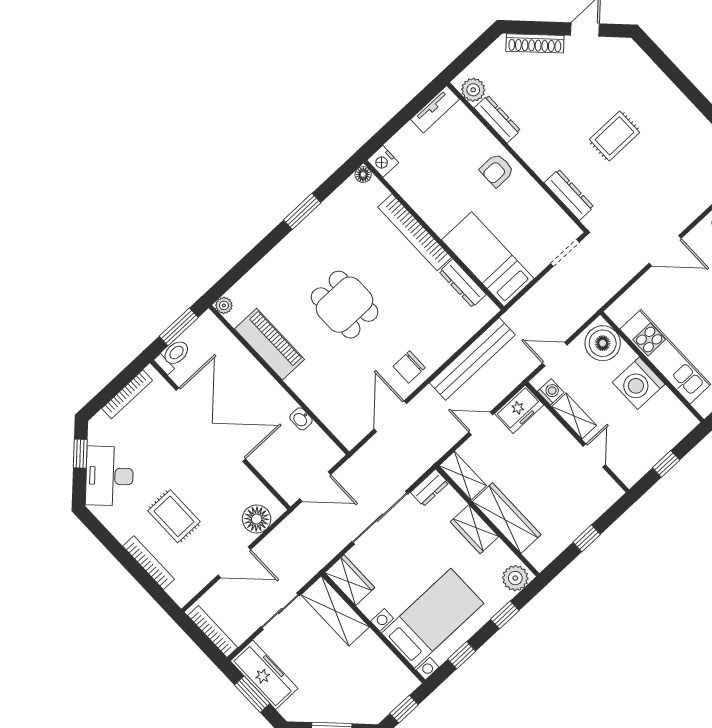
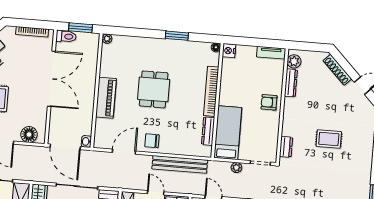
dresser: (569, 195) -> (286, 147), width x0.70
plant: (543, 289) -> (236, 168), added
piano: (269, 344) -> (106, 98), moved
washbasin: (301, 419) -> (86, 141), moved
door: (315, 487) -> (65, 147), width x1.36

